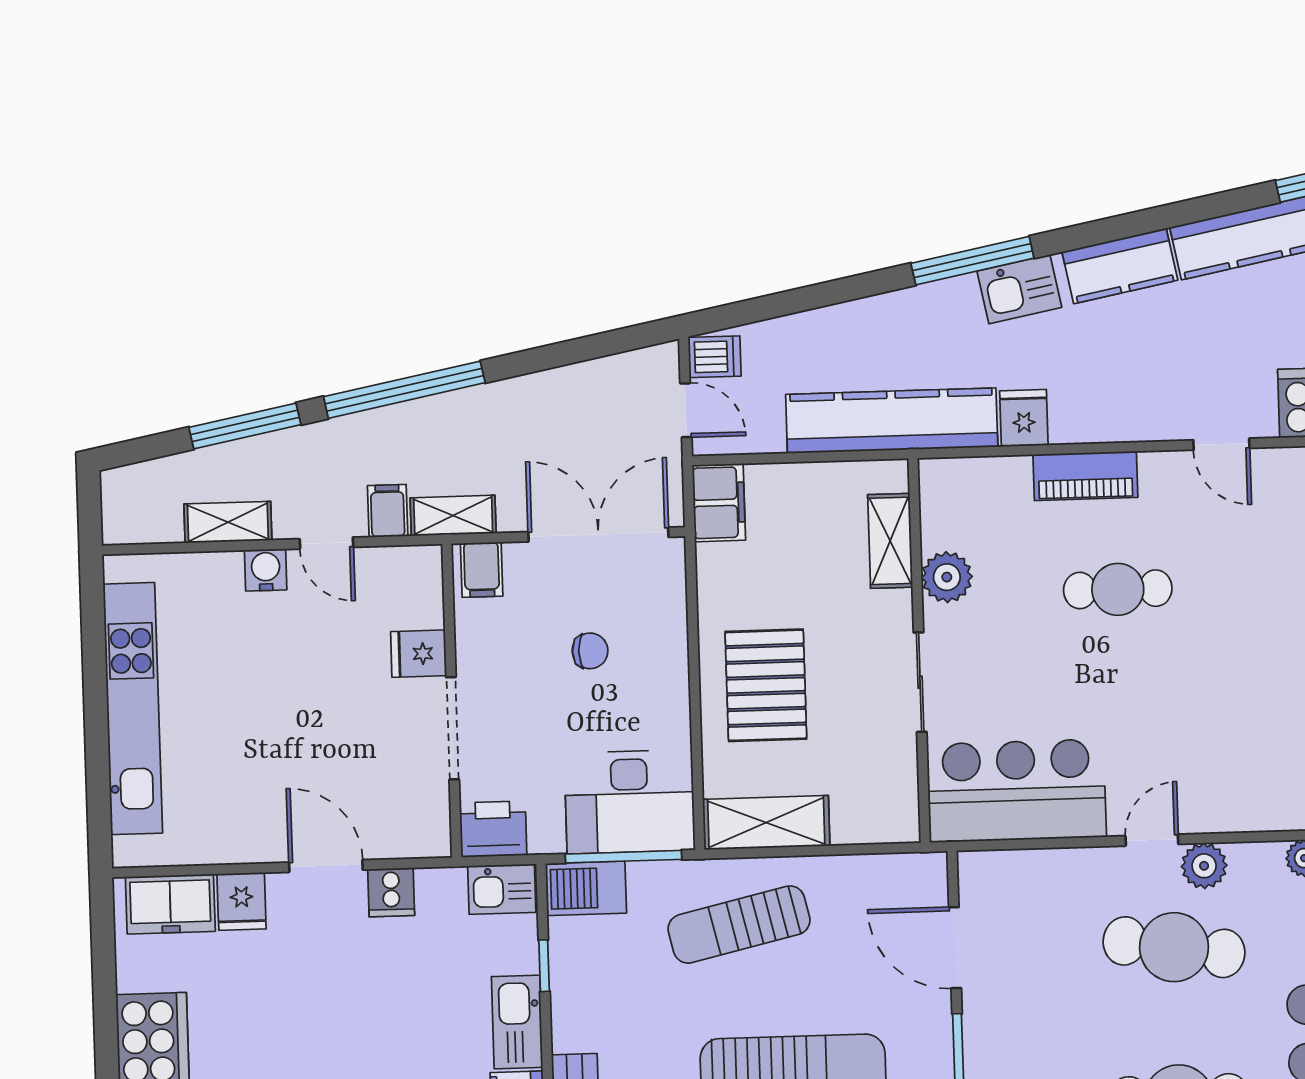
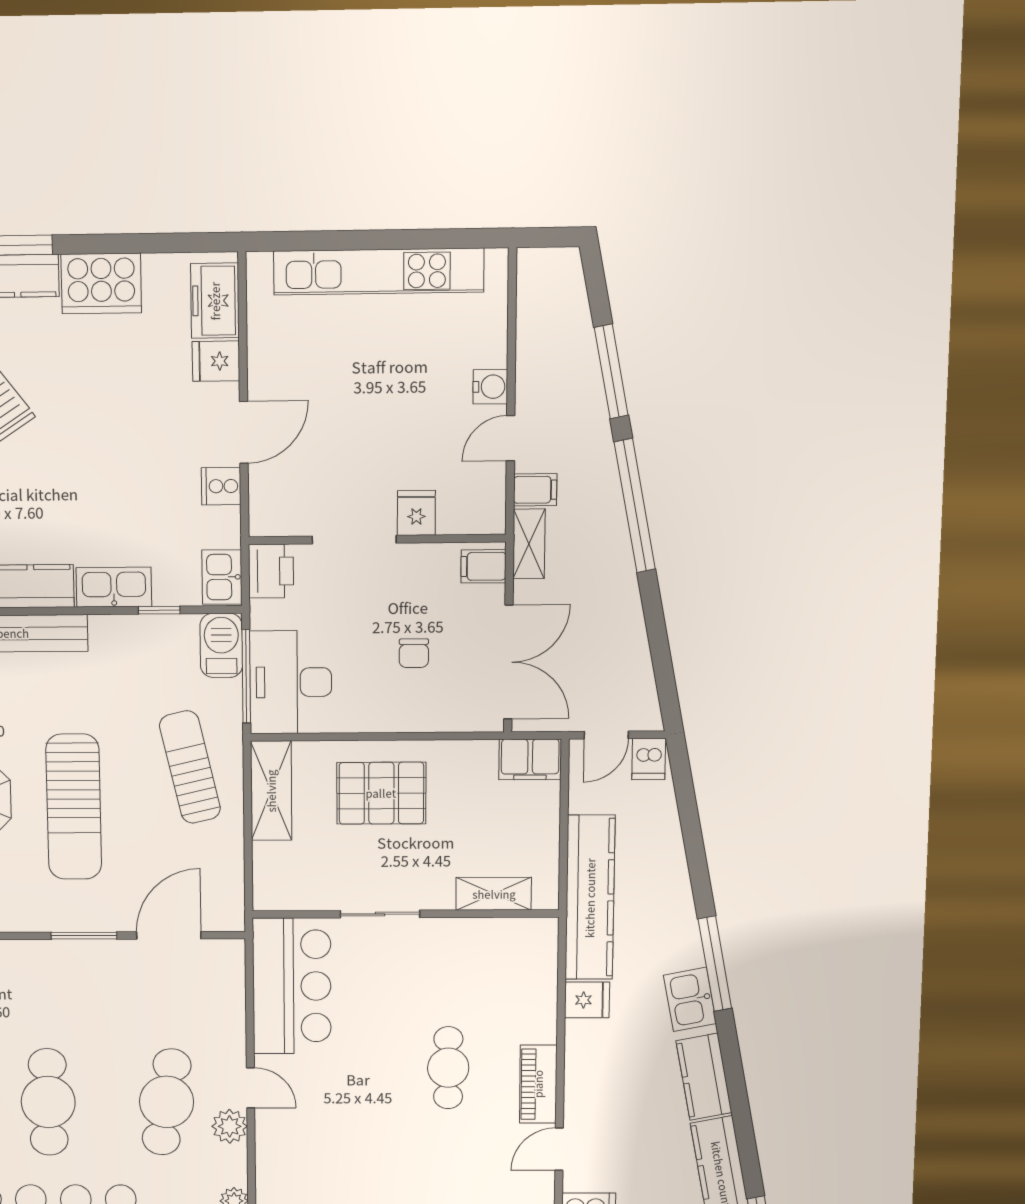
piano: (1085, 476) -> (538, 1084), moved
shelving: (228, 522) -> (531, 356), removed
plant: (947, 577) -> (463, 937), removed

